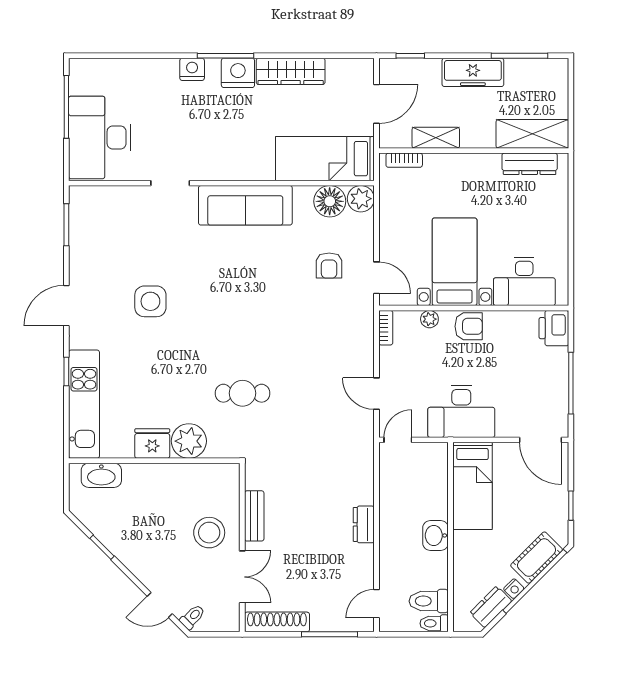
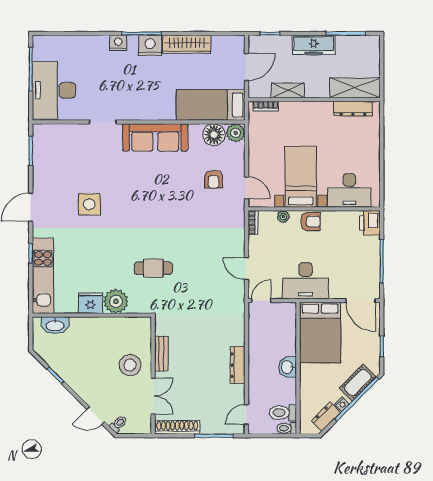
bed: (473, 486) -> (320, 333), width x1.50
dresser: (364, 524) -> (238, 365), width x1.44

